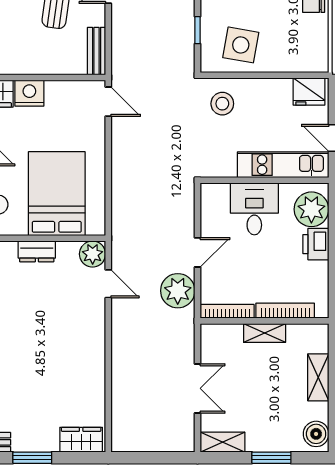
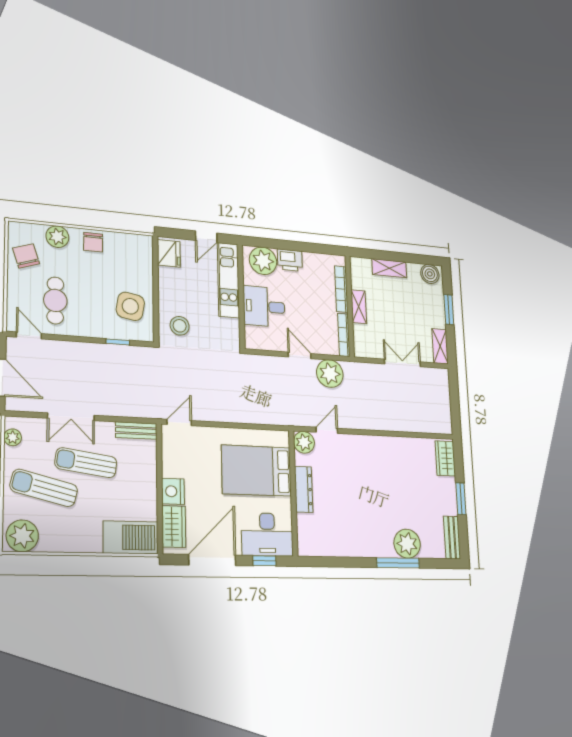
dresser: (37, 251) -> (304, 489), width x1.44

